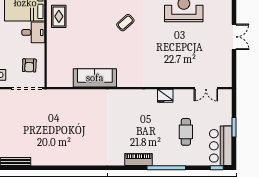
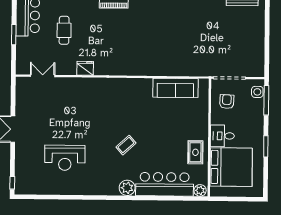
sofa: (95, 78) -> (175, 88), moved

